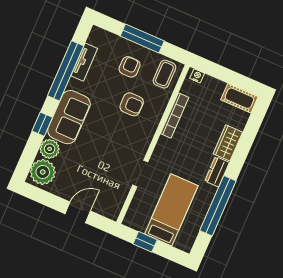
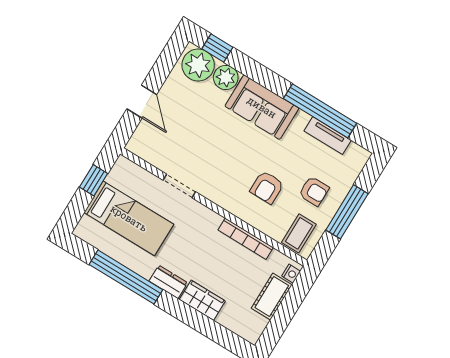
coffee table: (164, 74) -> (299, 233), turned 90
cot: (239, 98) -> (272, 297), moved
window: (42, 124) -> (217, 48), moved

